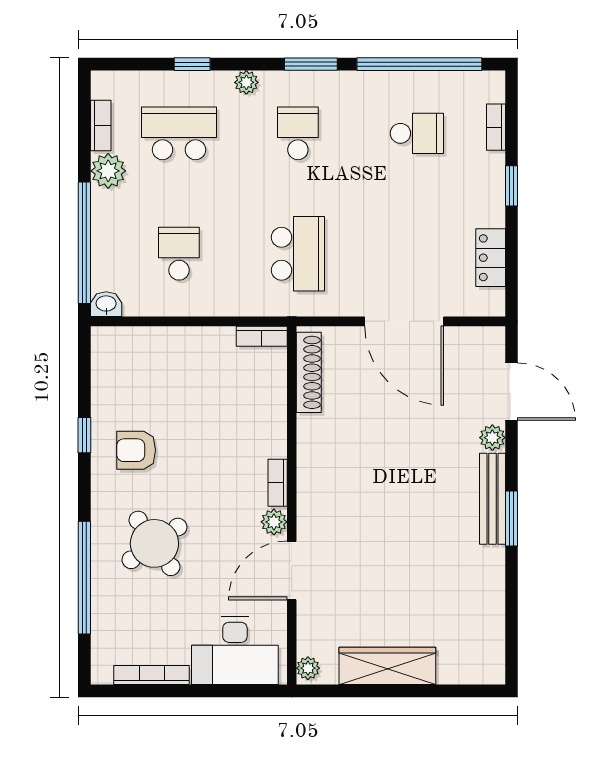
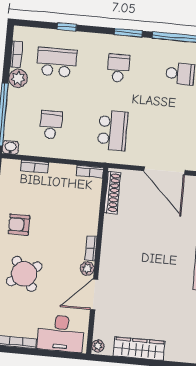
plant: (246, 82) -> (94, 39), removed
bookcase: (155, 336) -> (34, 167), added

